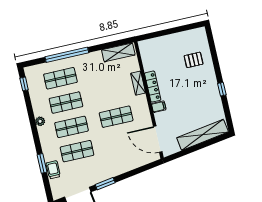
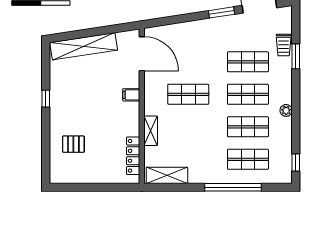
locker: (153, 87) -> (133, 156), moved

